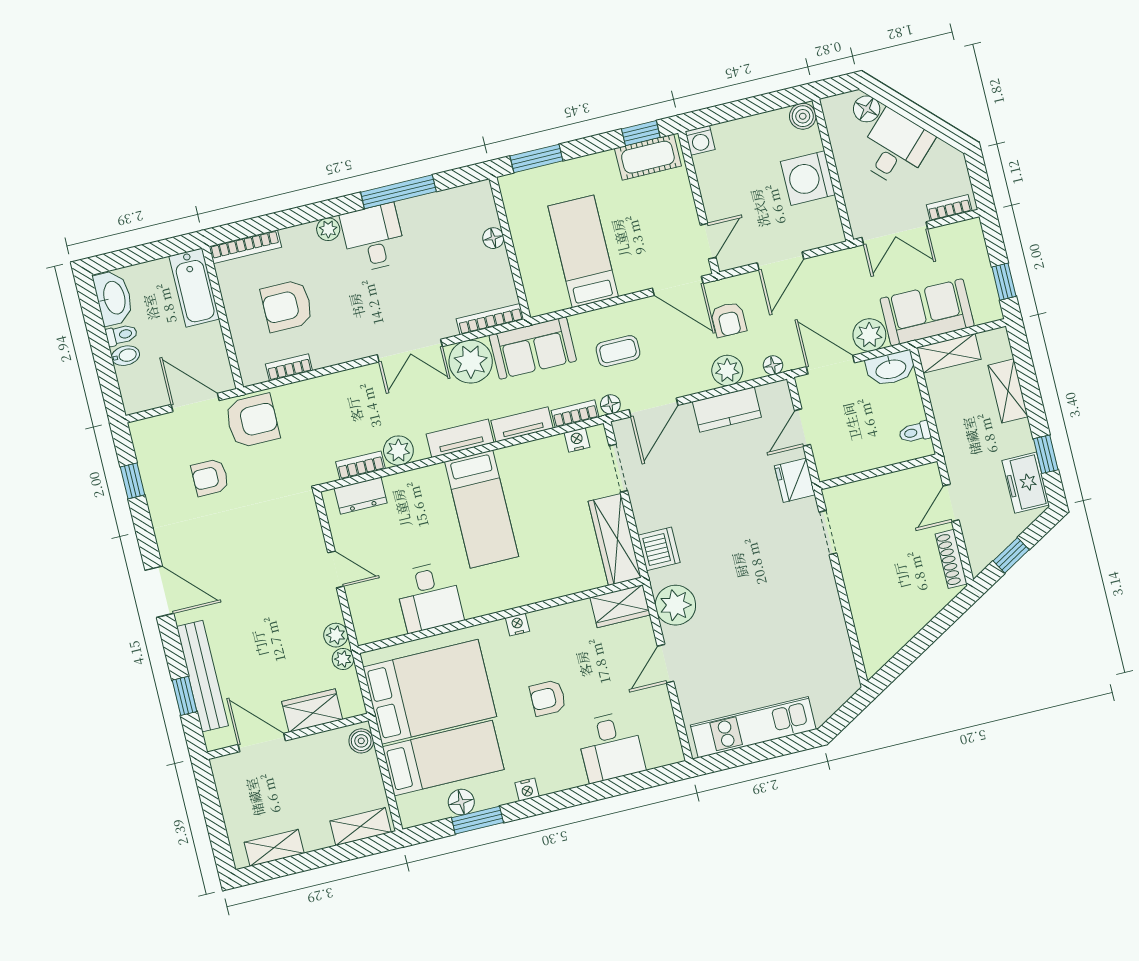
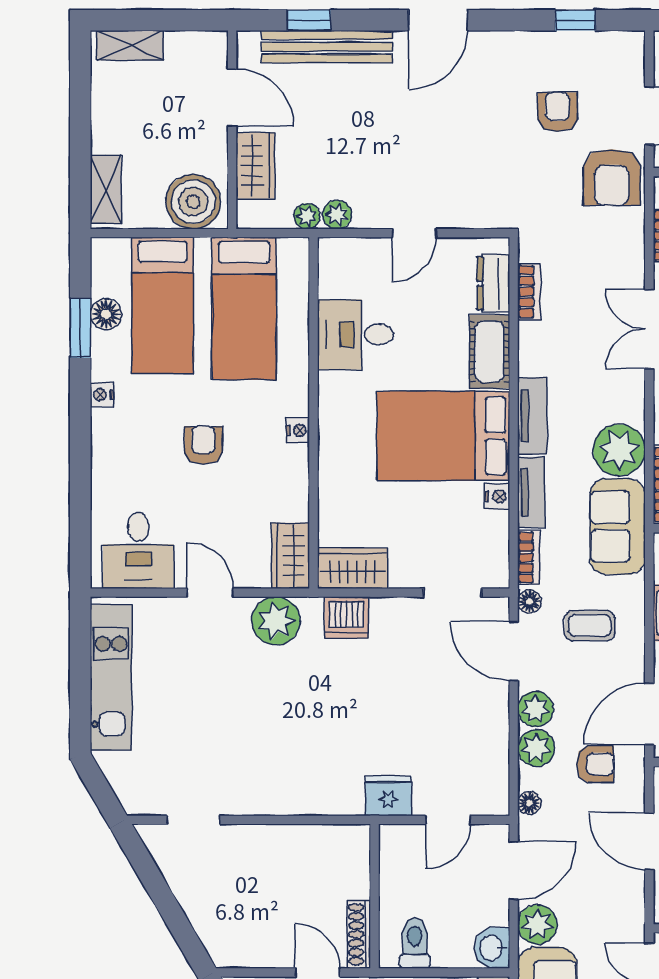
armchair: (729, 320) -> (595, 764), turned 180
double door: (410, 351) -> (649, 329), moved
coffee table: (618, 351) -> (590, 626), turned 90
washbasin: (891, 368) -> (492, 948), width x0.72
kitchen counter: (727, 409) -> (490, 737), removed
door: (802, 428) -> (448, 820), swing flipped
toilet: (915, 432) -> (415, 943), width x1.37, depth x1.39
nightstand: (577, 440) -> (497, 496), moved
plant: (398, 451) -> (535, 709), moved
cot: (417, 485) -> (490, 352), added
bed: (482, 509) -> (443, 436), width x1.50
doorway: (828, 533) -> (193, 820), moved
wardrobe: (615, 539) -> (353, 568), width x0.67
shoe rack: (951, 559) -> (359, 934), moved, turned -90
bed: (430, 692) -> (244, 308), width x0.67
boiler: (361, 741) -> (193, 202), width x1.86, depth x1.86
door: (262, 743) -> (232, 97), hinge flipped
desk: (611, 747) -> (138, 551), moved, turned -90
shelving: (274, 848) -> (130, 45), moved, turned 90

